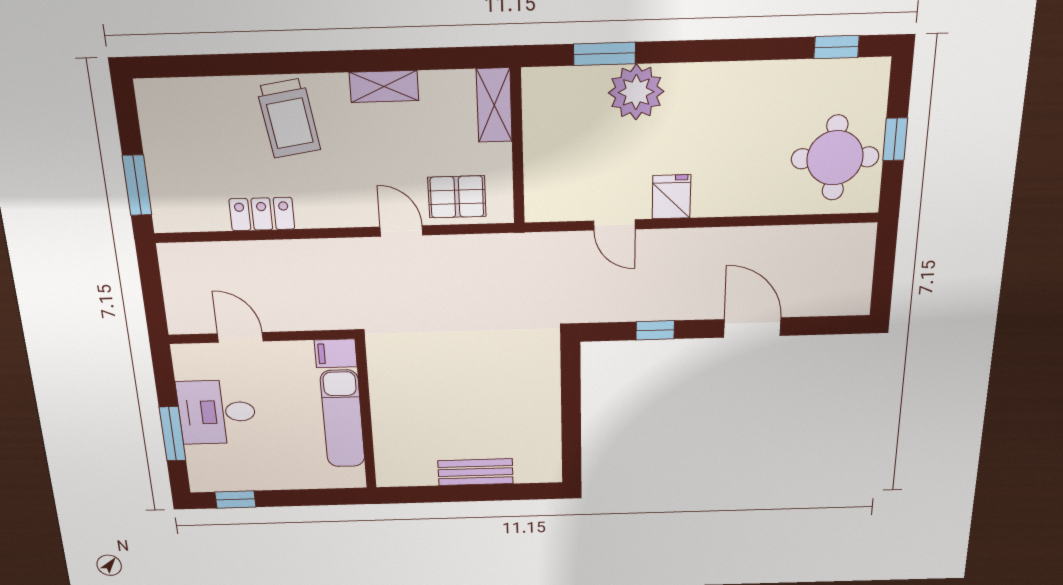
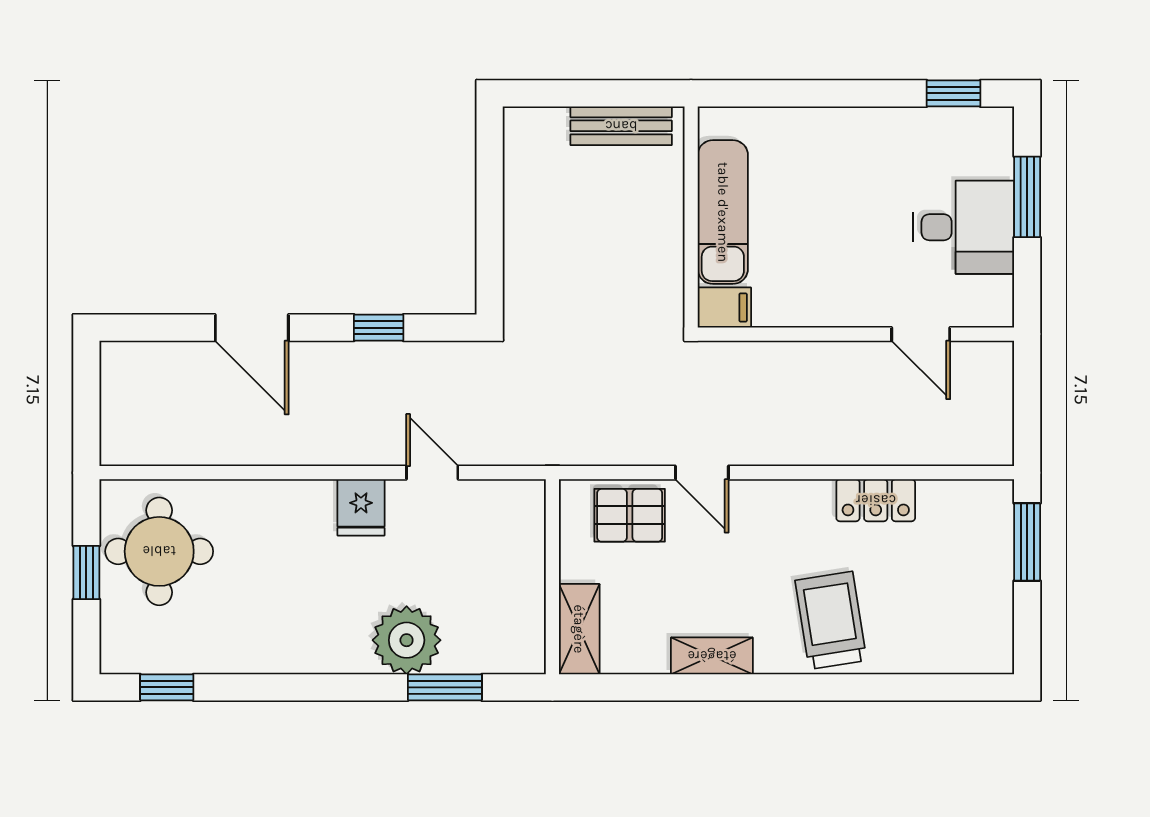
filing cabinet: (336, 353) -> (724, 307), moved
wall: (366, 415) -> (691, 217), moved
exam couch: (343, 419) -> (723, 212), moved

